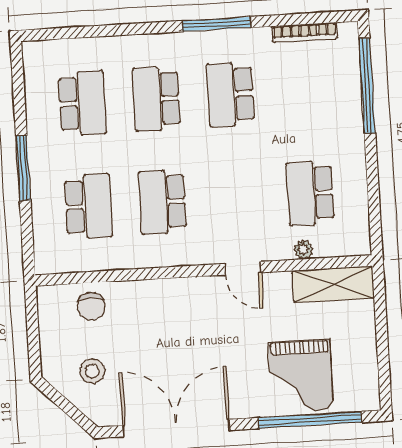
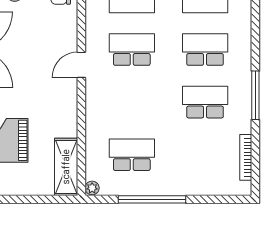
window: (367, 86) -> (152, 199), moved
plant: (303, 249) -> (92, 188), moved
door: (243, 268) -> (81, 65), moved

